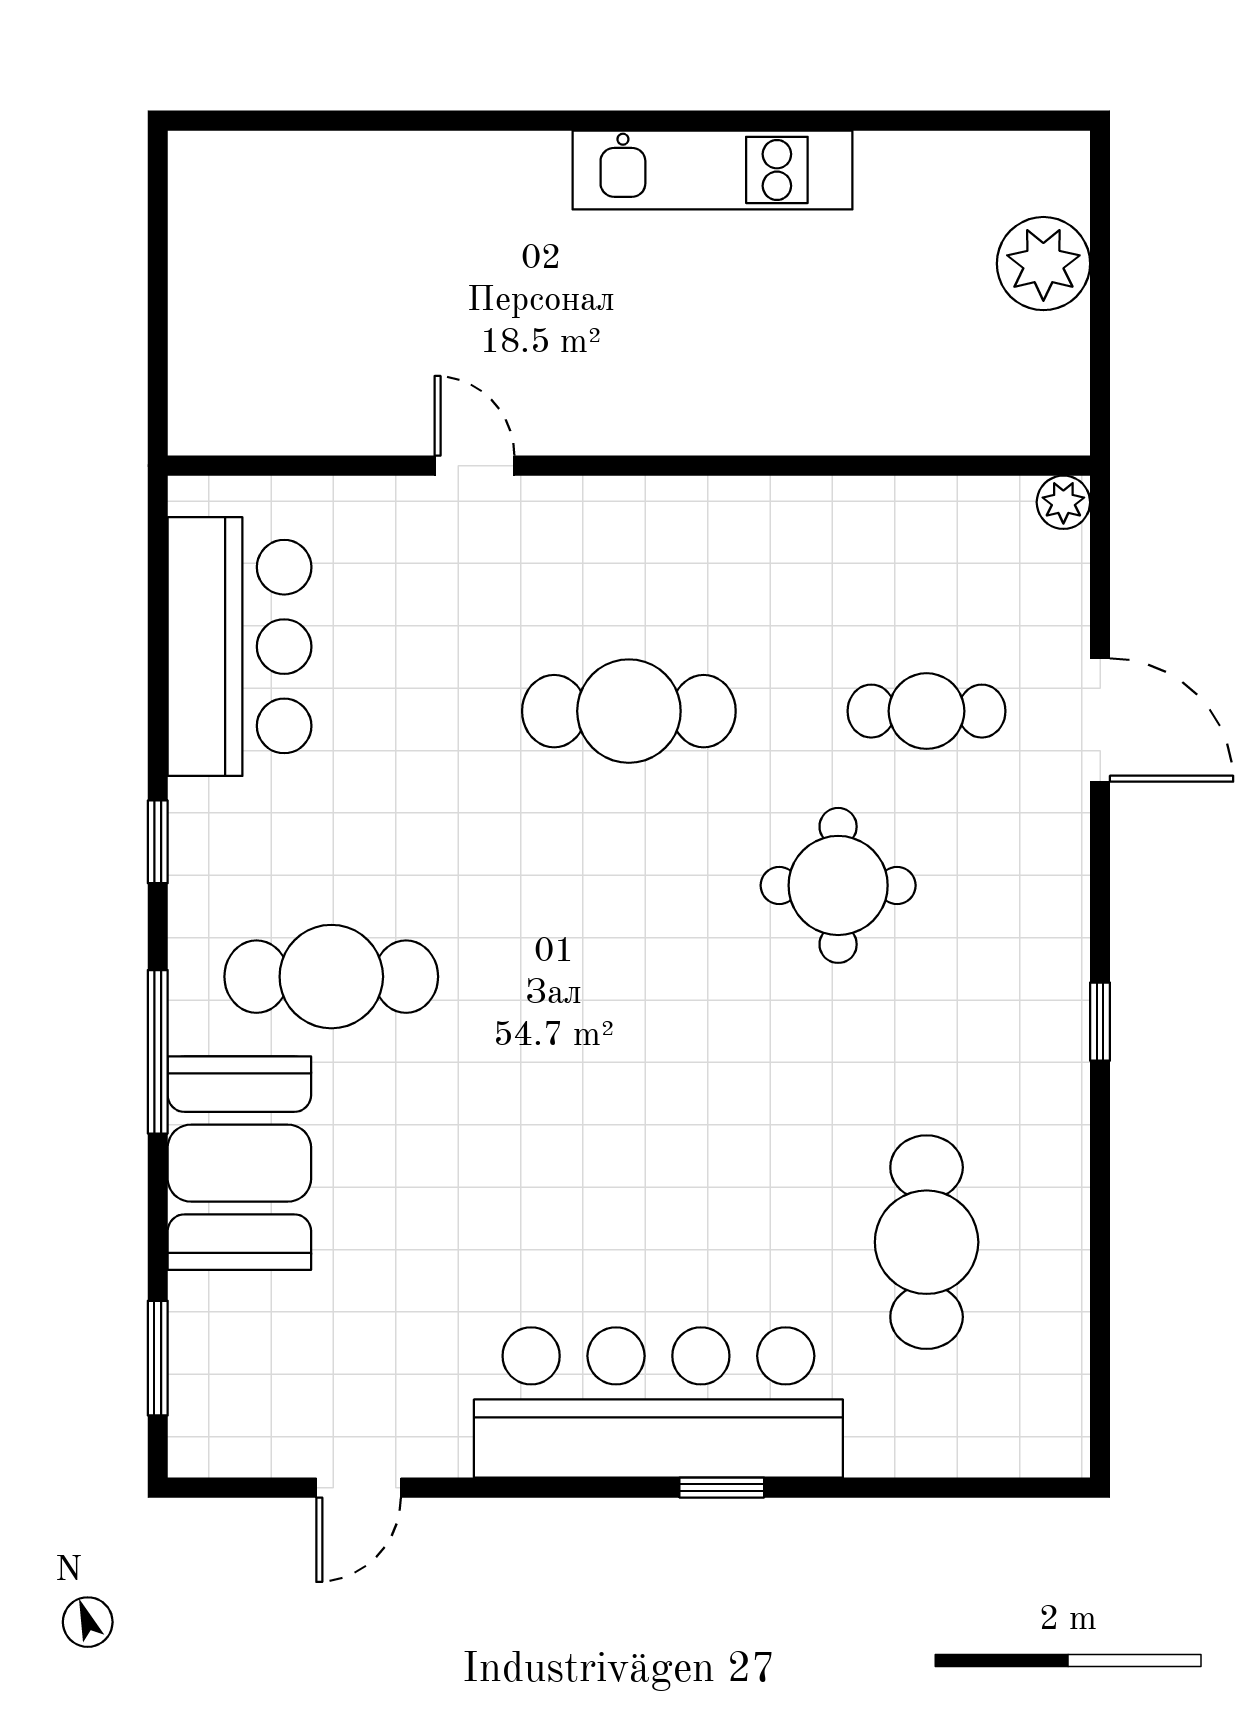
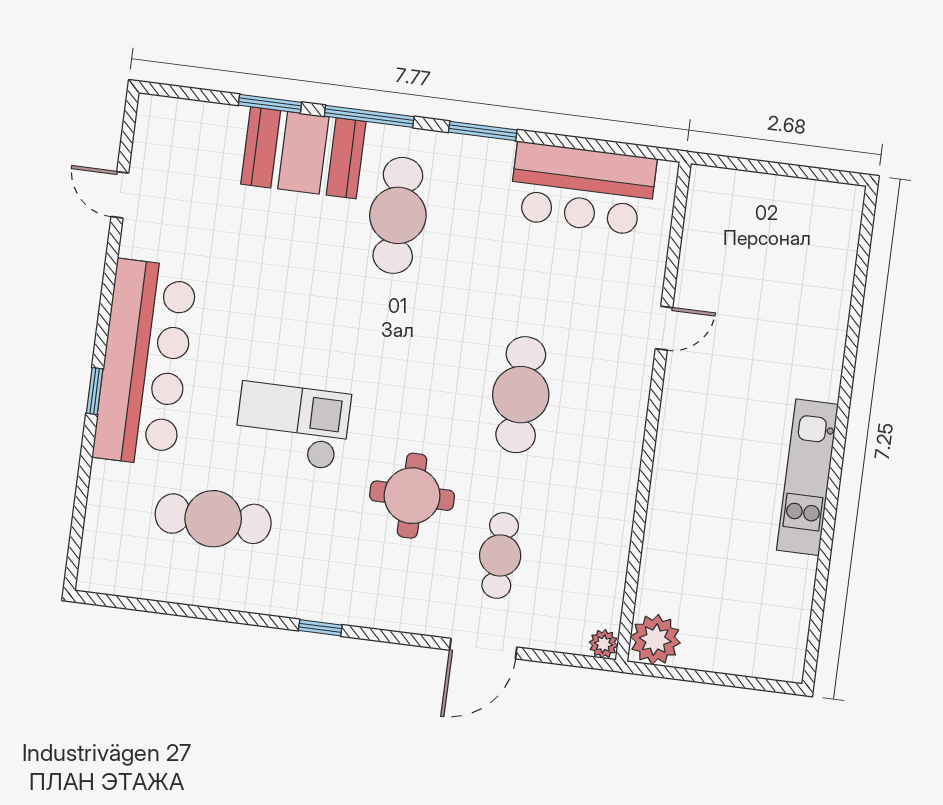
plant: (1043, 264) -> (655, 640), moved
window: (158, 842) -> (483, 131), width x1.50
checkout: (739, 1120) -> (292, 426), added
window: (158, 1358) -> (270, 104), moved

